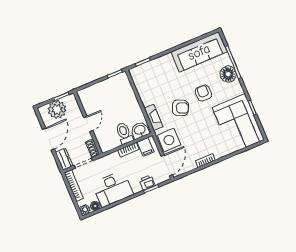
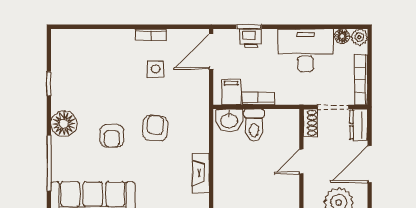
floor lamp: (228, 74) -> (64, 124), moved
armchair: (180, 108) -> (155, 128), turned 70
fireplace: (154, 117) -> (201, 173), moved
corner sofa: (238, 124) -> (80, 69), removed
side table: (169, 140) -> (156, 69), moved, width x0.54, depth x0.54

